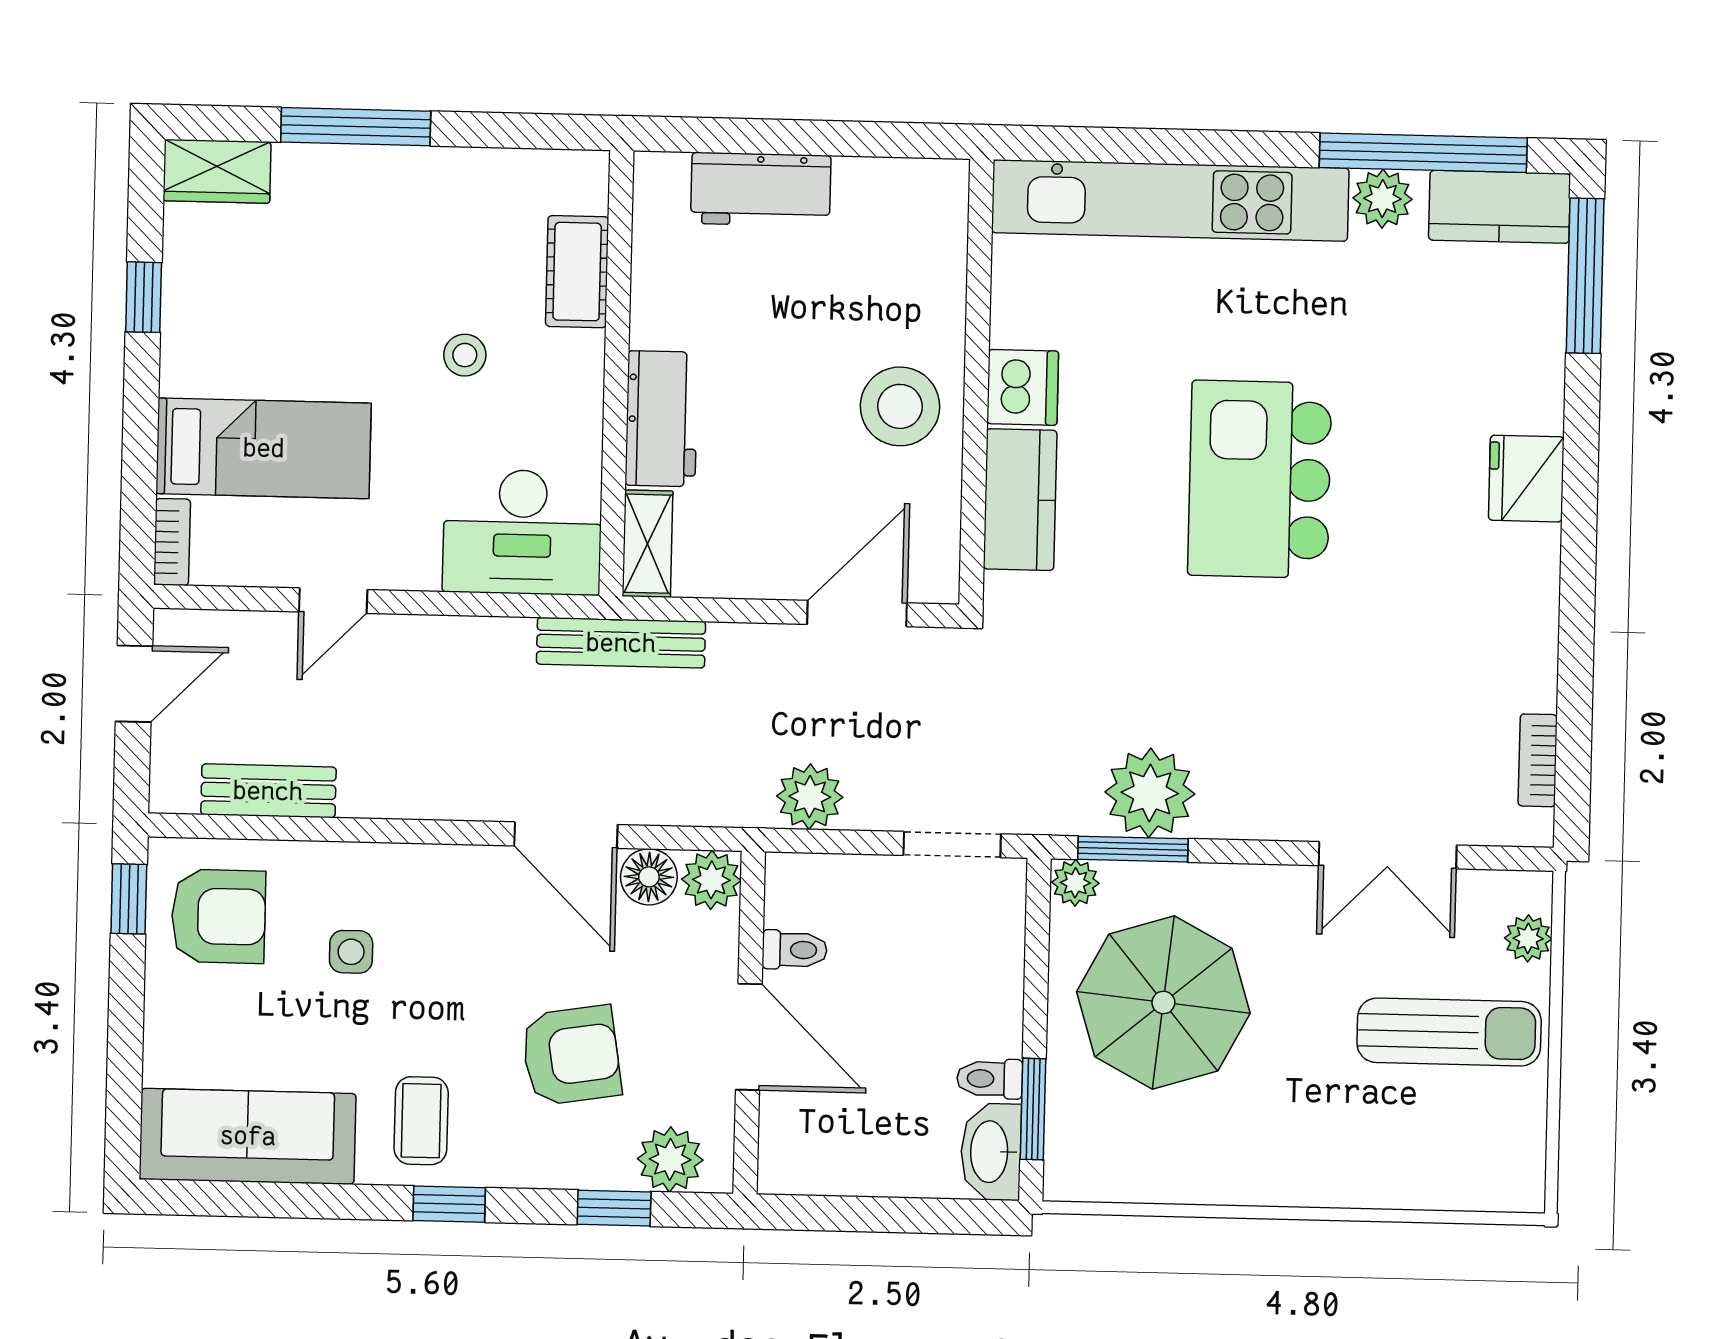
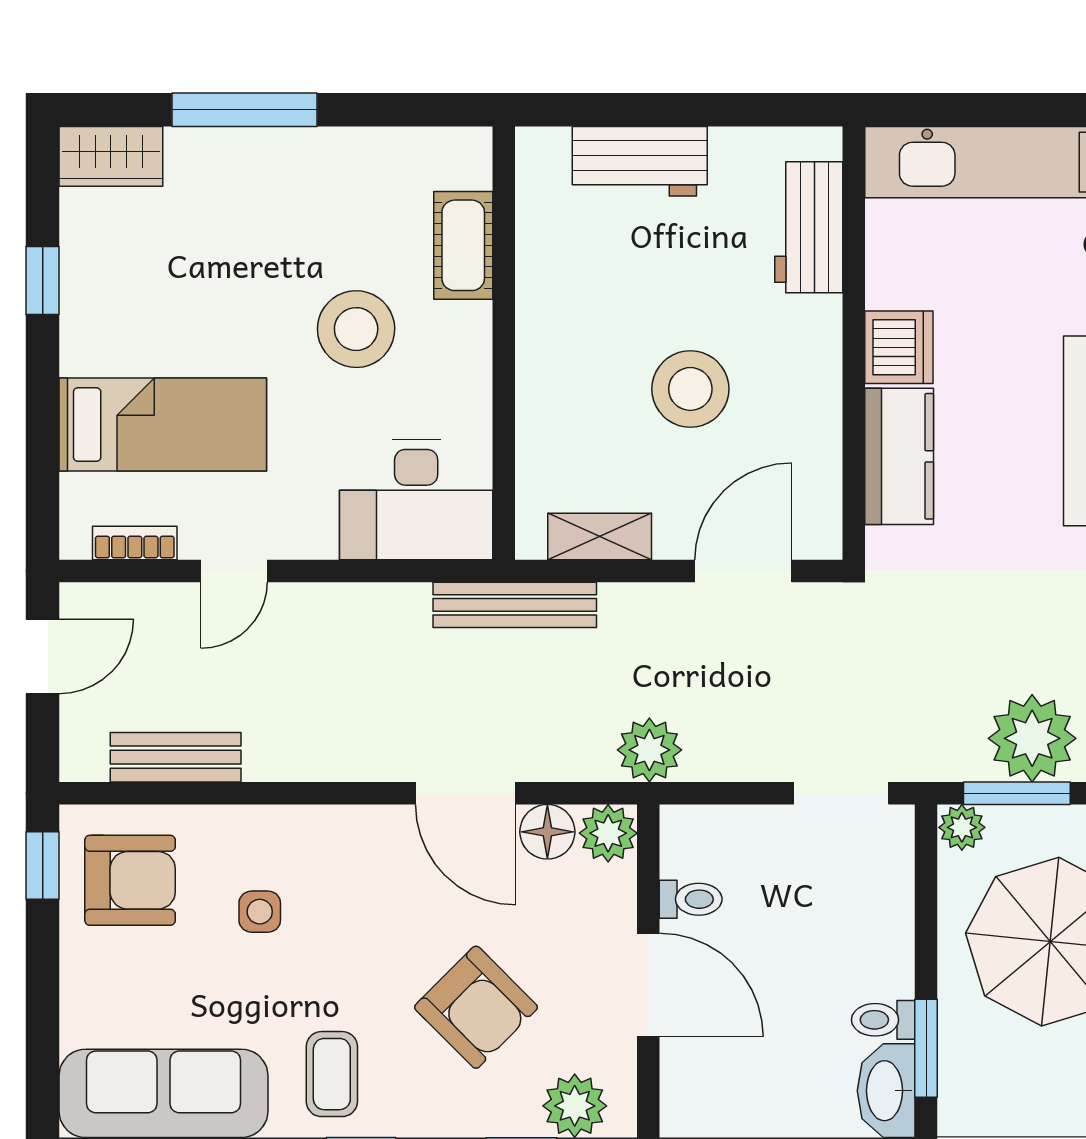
stool: (465, 355) -> (356, 329), width x1.89, depth x1.89
stool: (900, 406) -> (690, 389), moved
workbench: (662, 419) -> (809, 227), moved, turned 180
bookcase: (172, 542) -> (135, 543), moved, turned -90
shelving: (648, 544) -> (600, 537), moved, turned 90
plant: (810, 797) -> (649, 750), moved
armchair: (571, 1055) -> (476, 1007), turned 54

